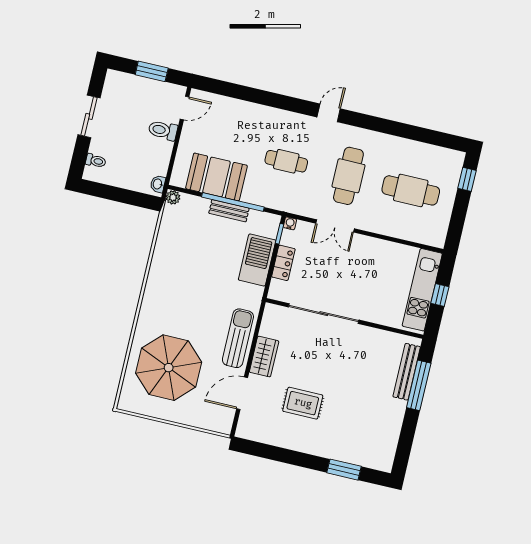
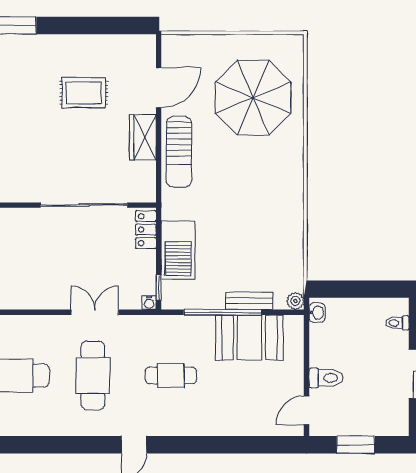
bench: (229, 211) -> (249, 301), moved
locker: (283, 263) -> (146, 230), moved

